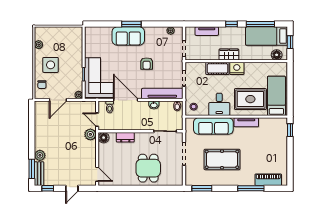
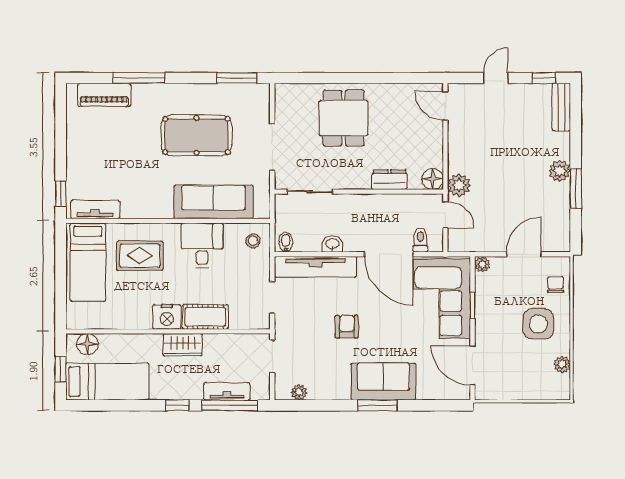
window: (260, 24) -> (230, 405), moved
door: (84, 44) -> (472, 365), added
rug: (250, 99) -> (140, 256), width x0.73, depth x0.70
tv unit: (246, 122) -> (95, 209), moved
plant: (40, 155) -> (560, 171), moved
window: (32, 169) -> (576, 189), moved

